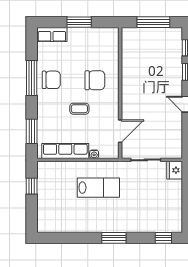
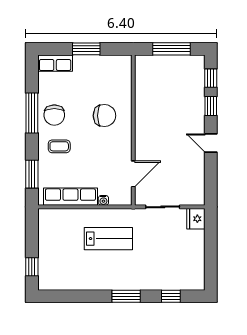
chair: (51, 80) -> (54, 115), turned 90
coffee table: (79, 109) -> (59, 146), moved
window: (32, 186) -> (32, 267), moved
window: (163, 238) -> (171, 296), moved

